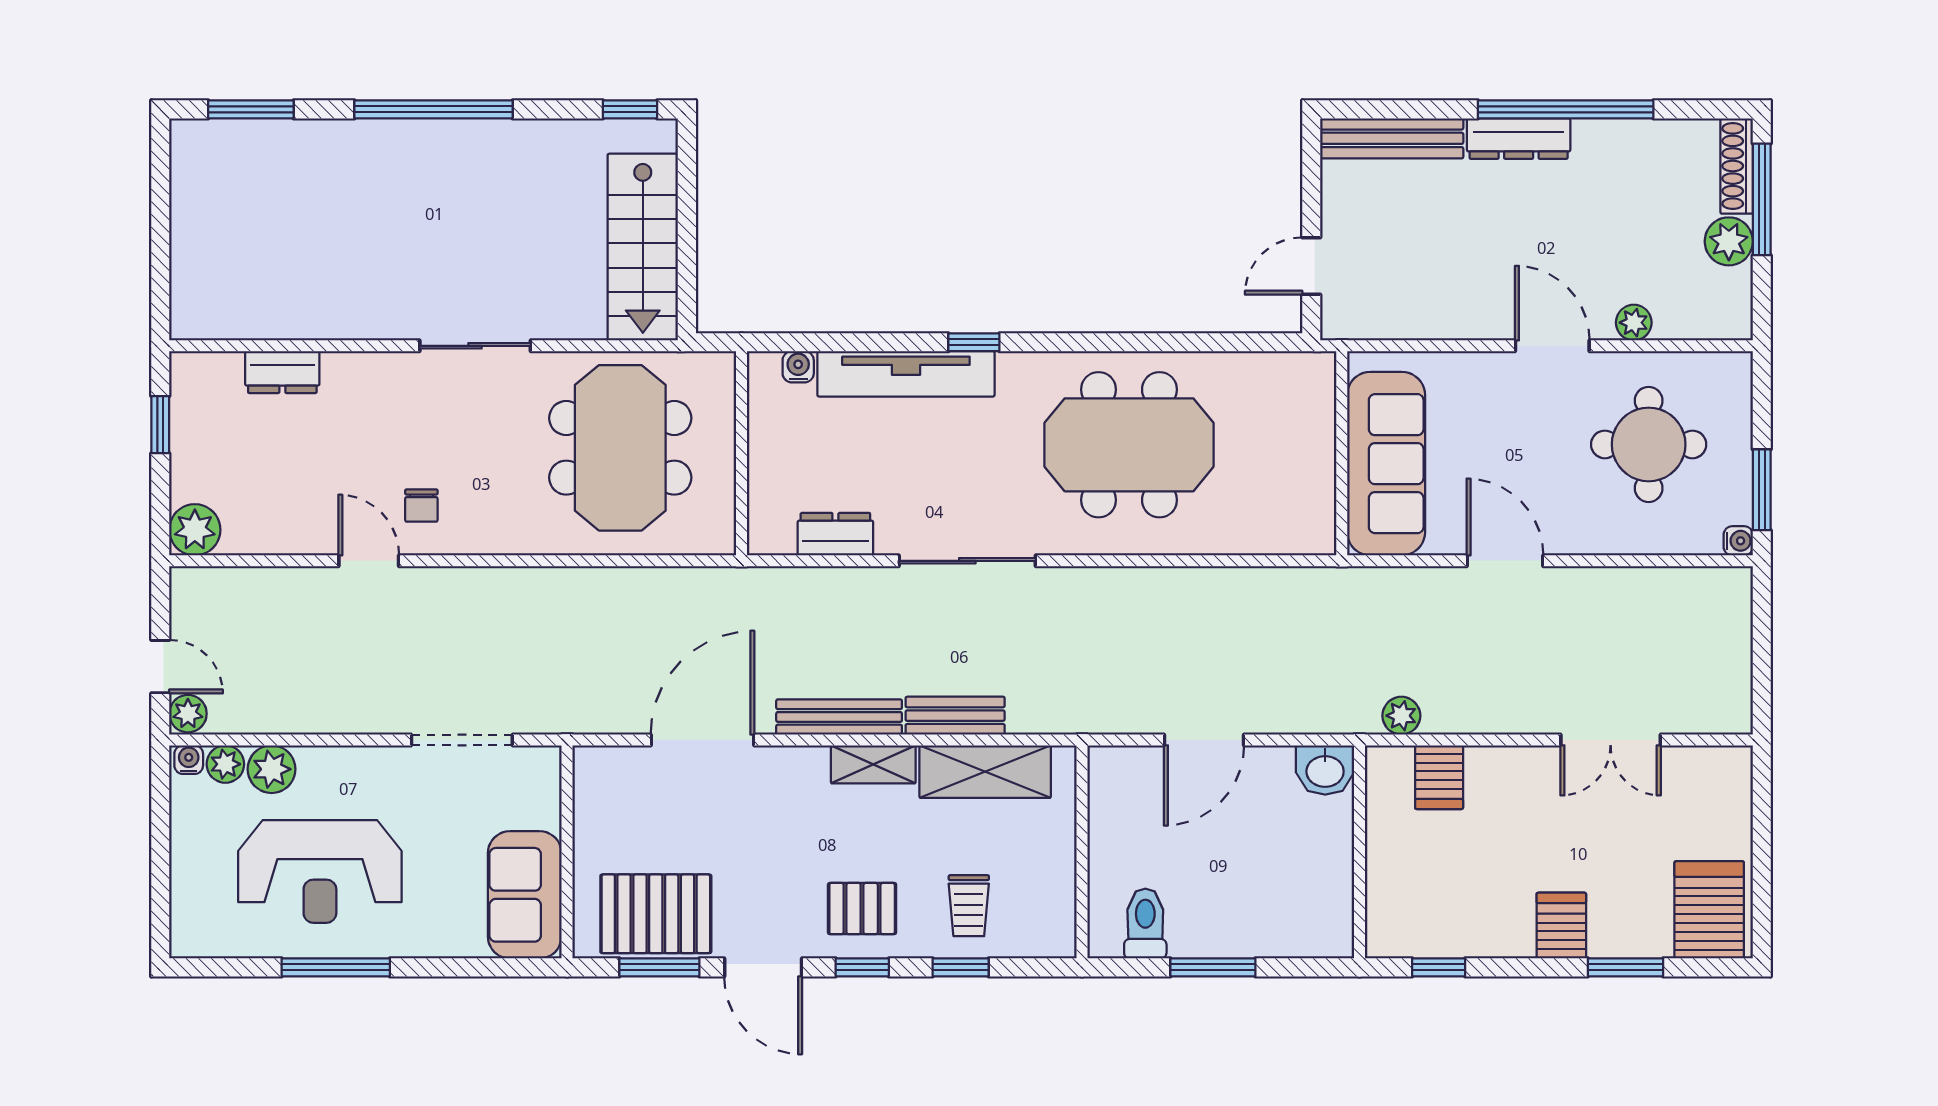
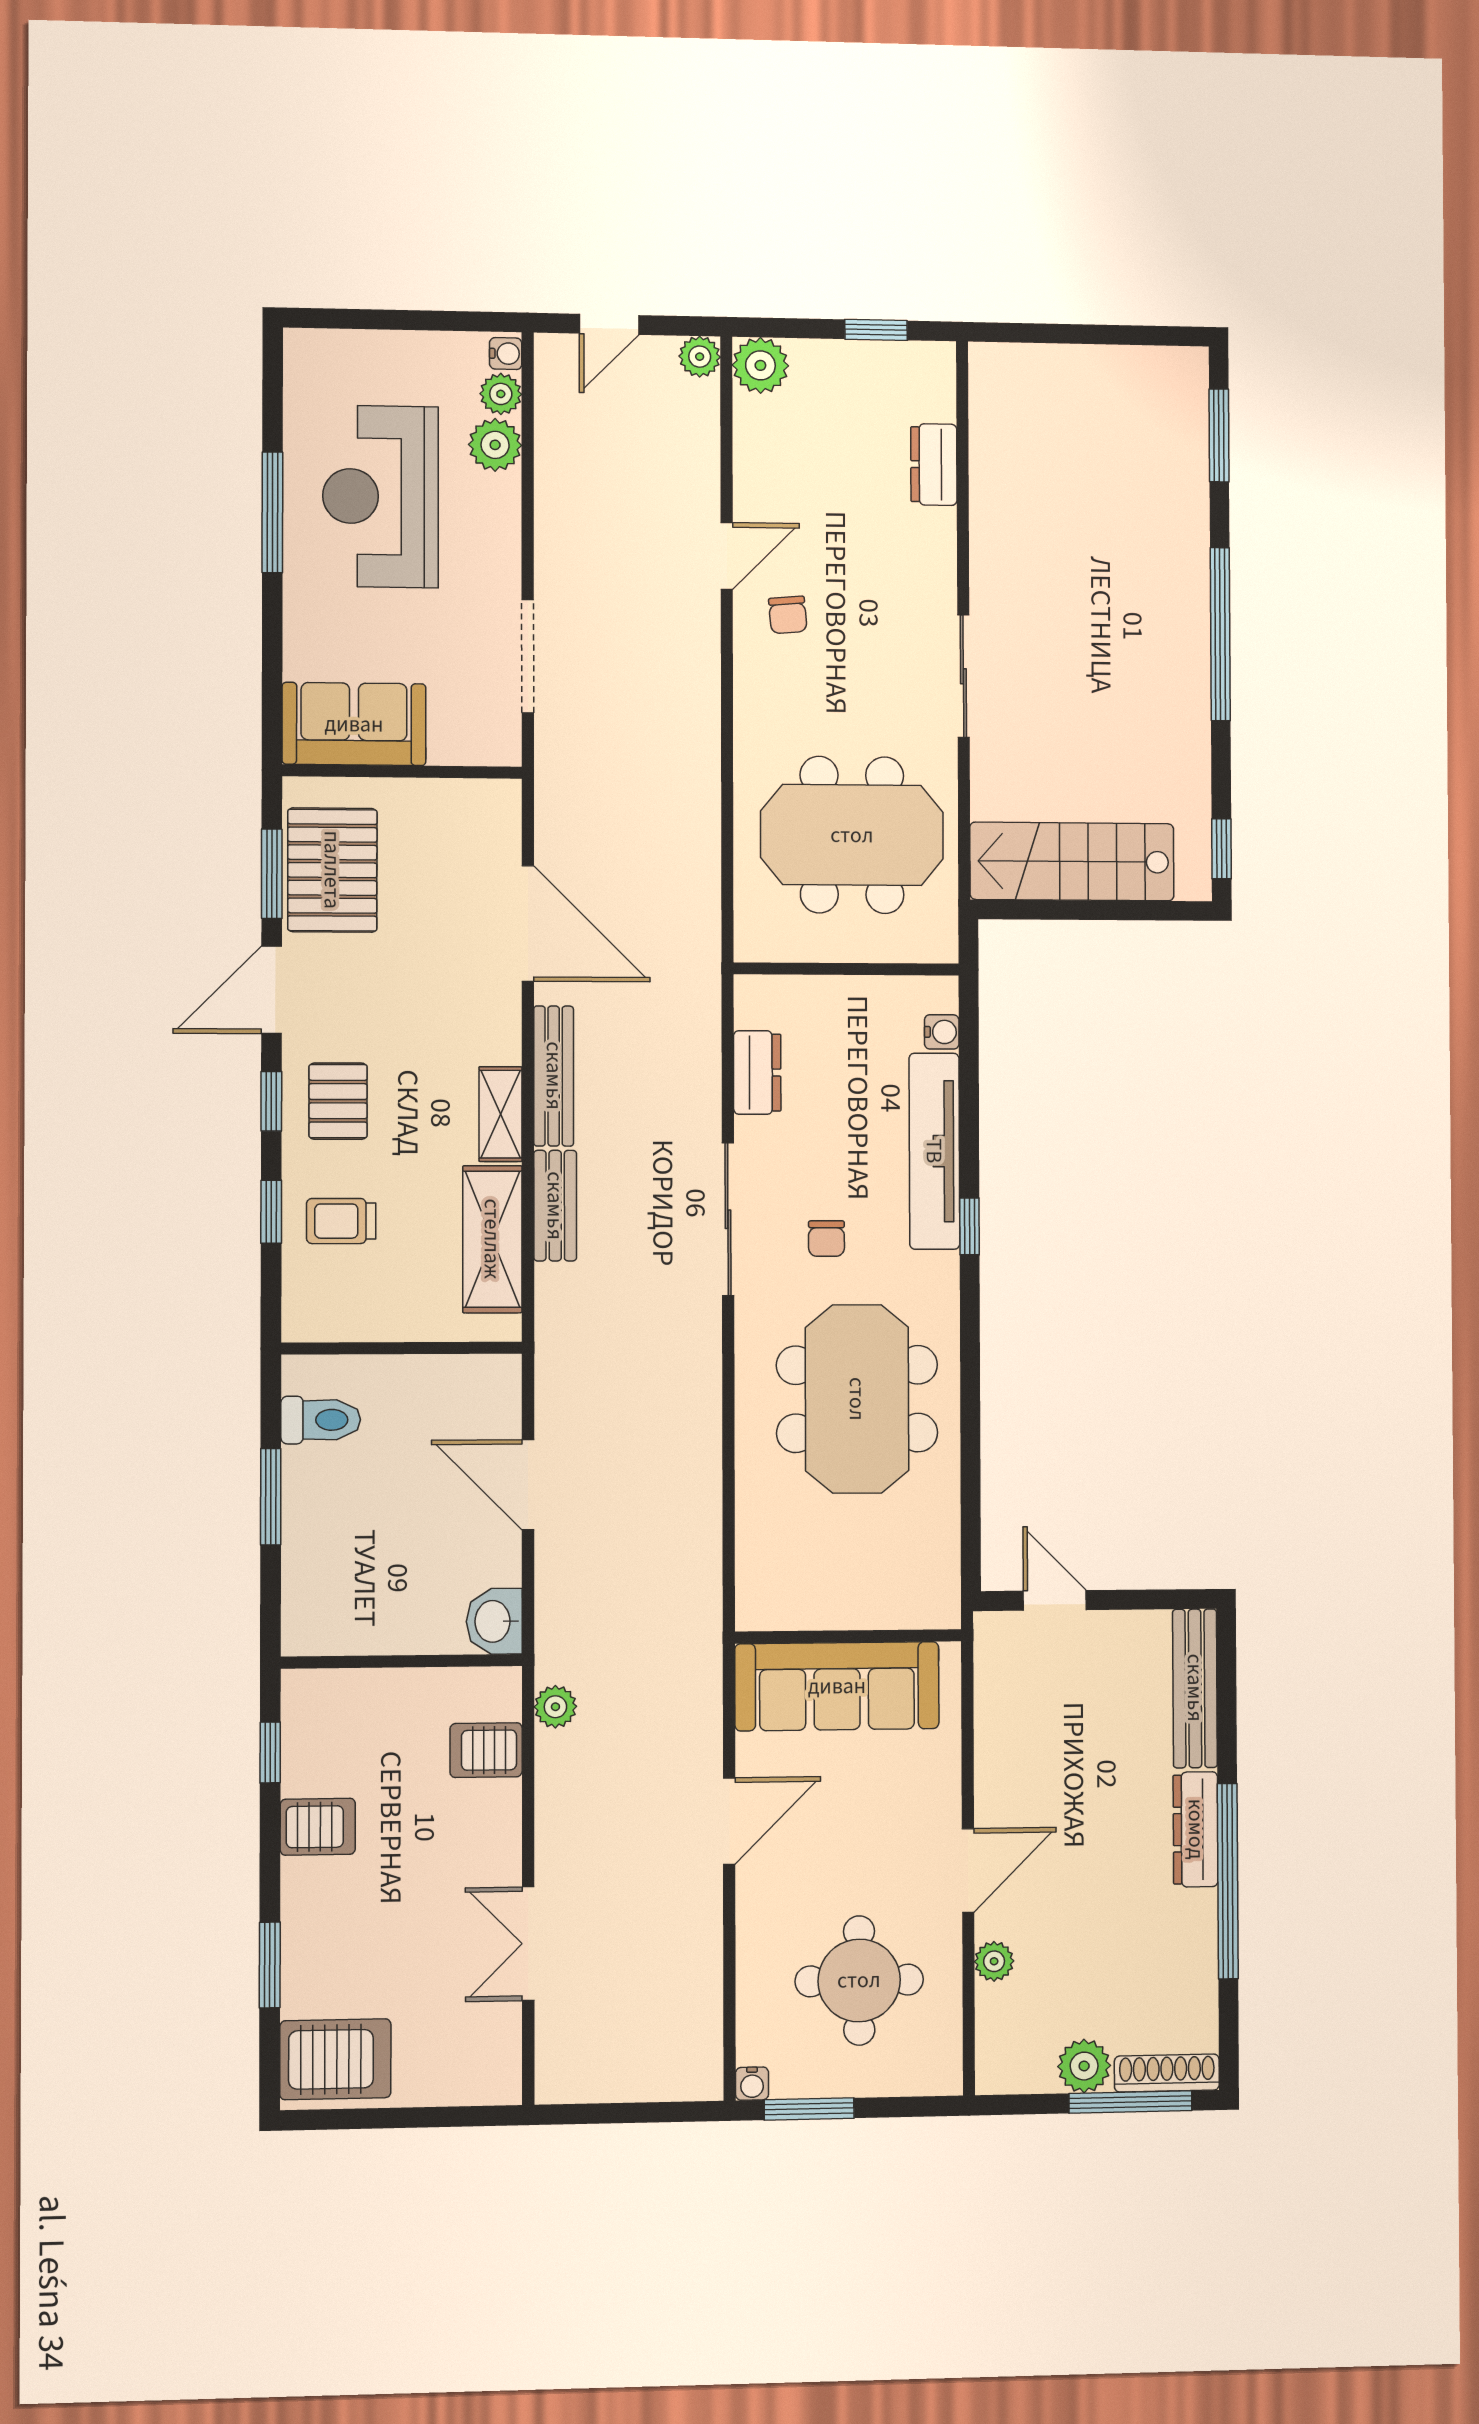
chair: (985, 472) -> (826, 1239), added
chair: (421, 506) -> (788, 615), turned -95
plant: (188, 714) -> (700, 357), moved
server rack: (1561, 926) -> (318, 1827), moved

